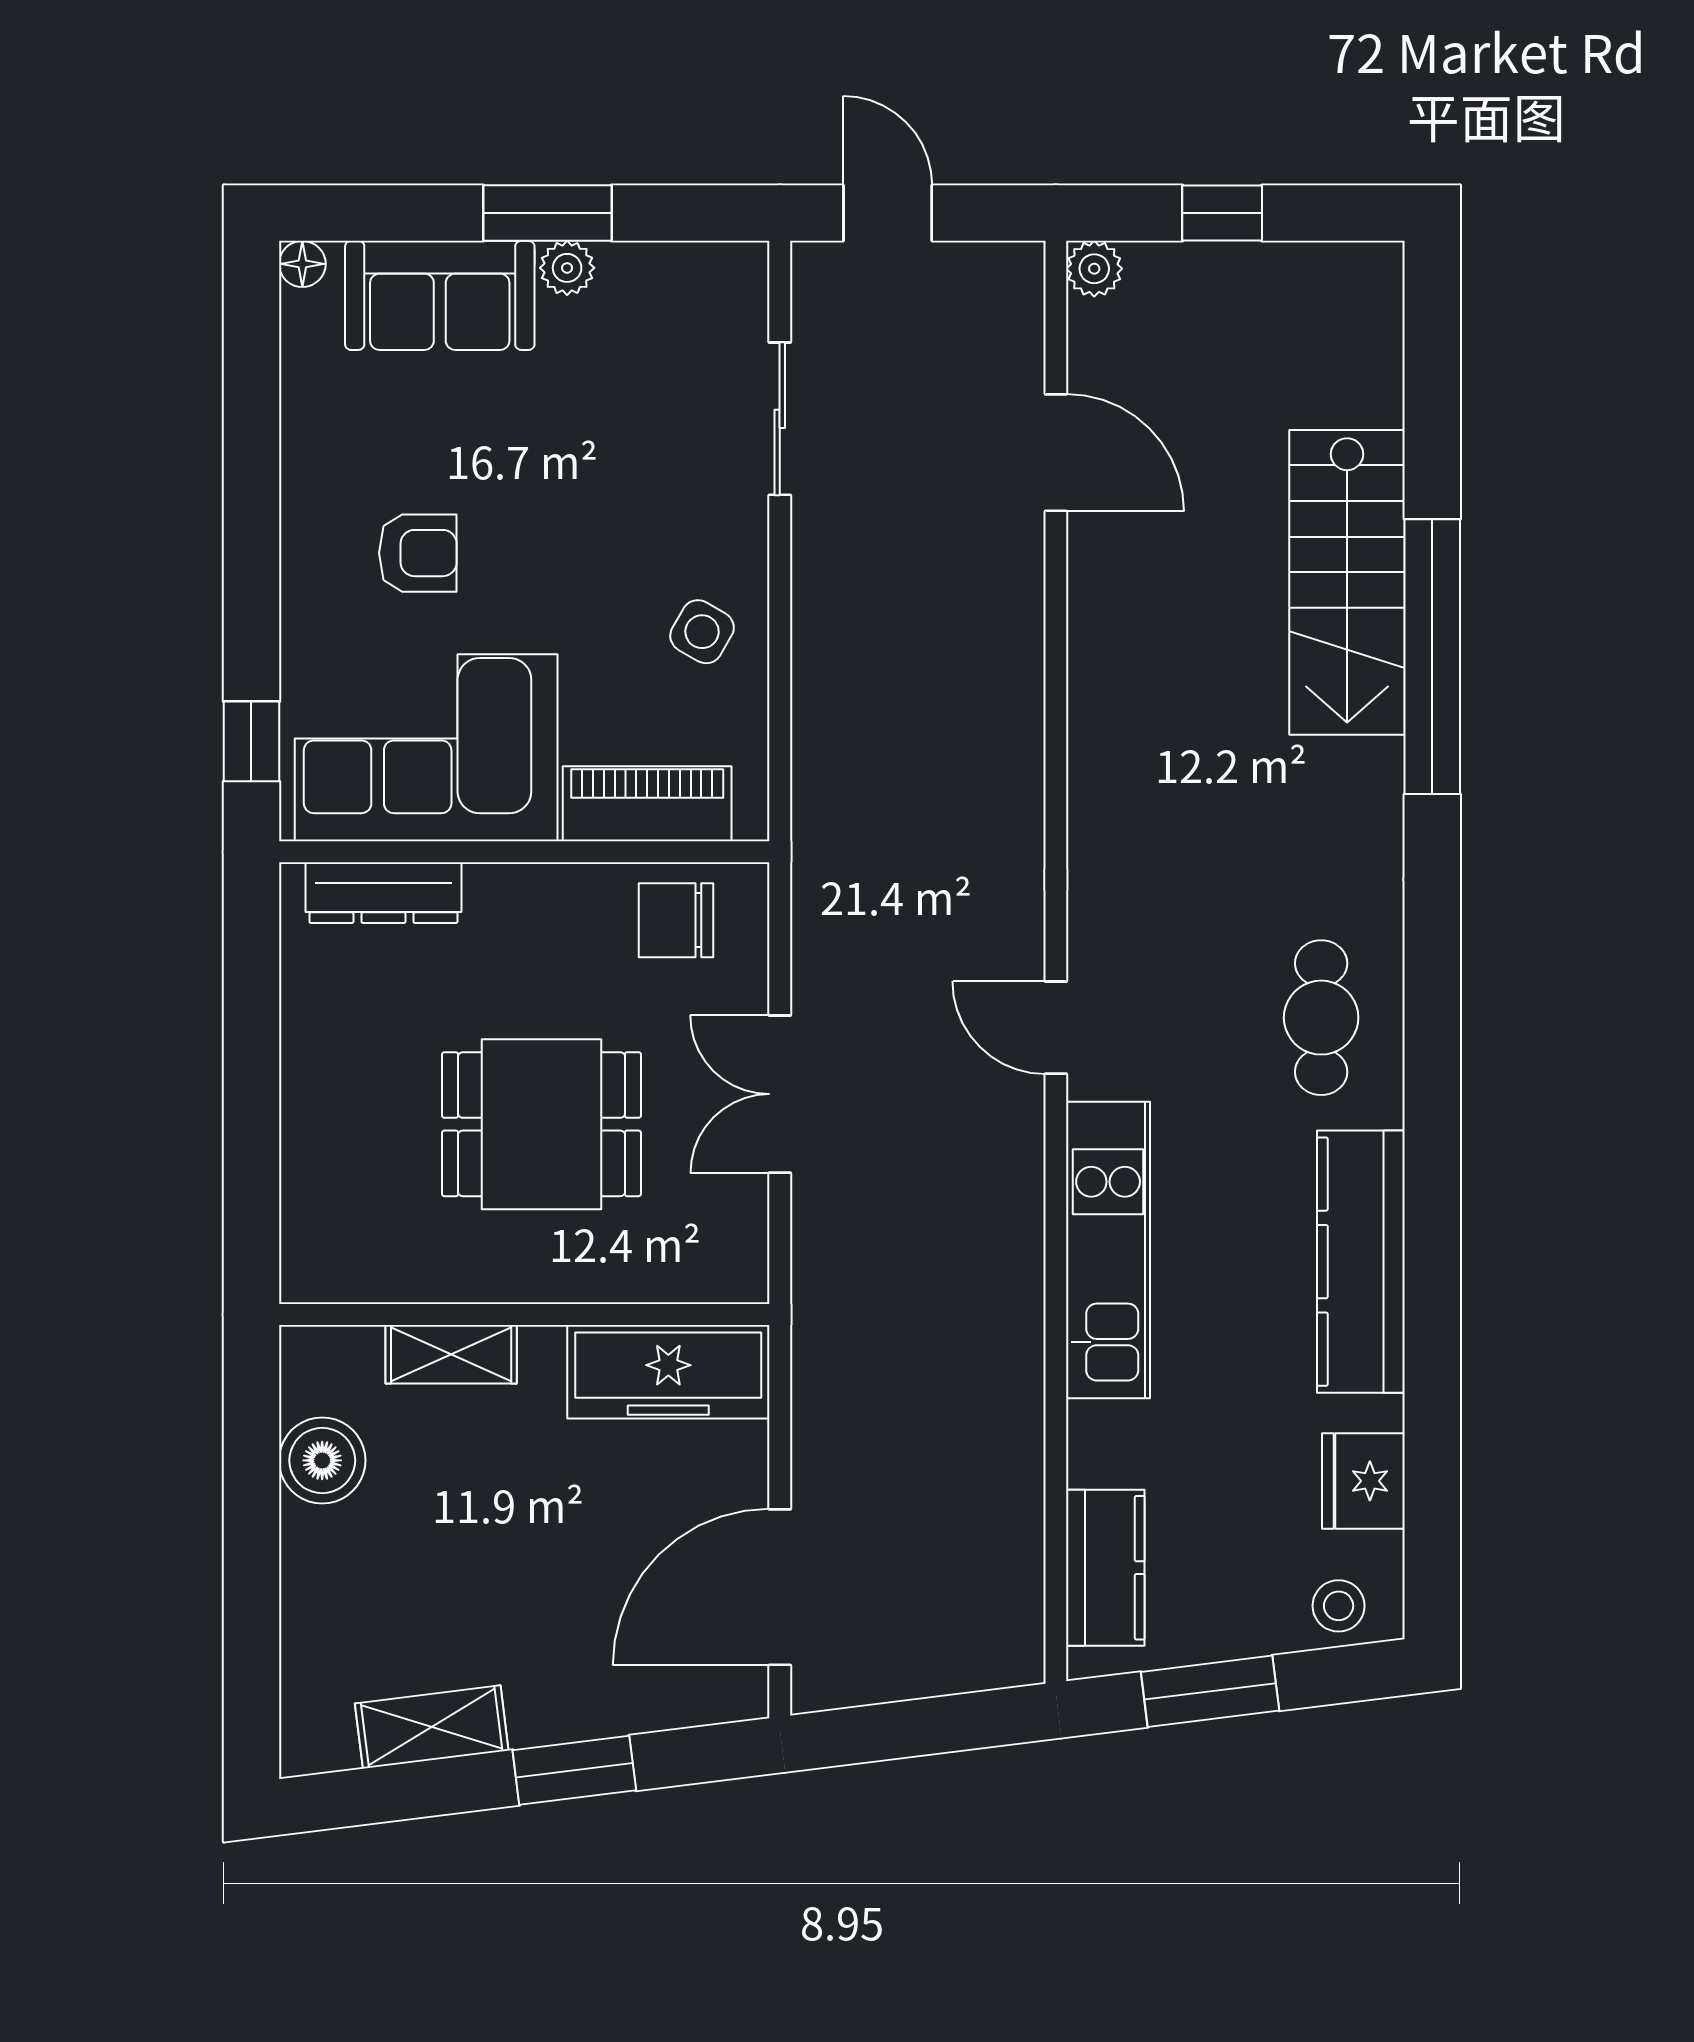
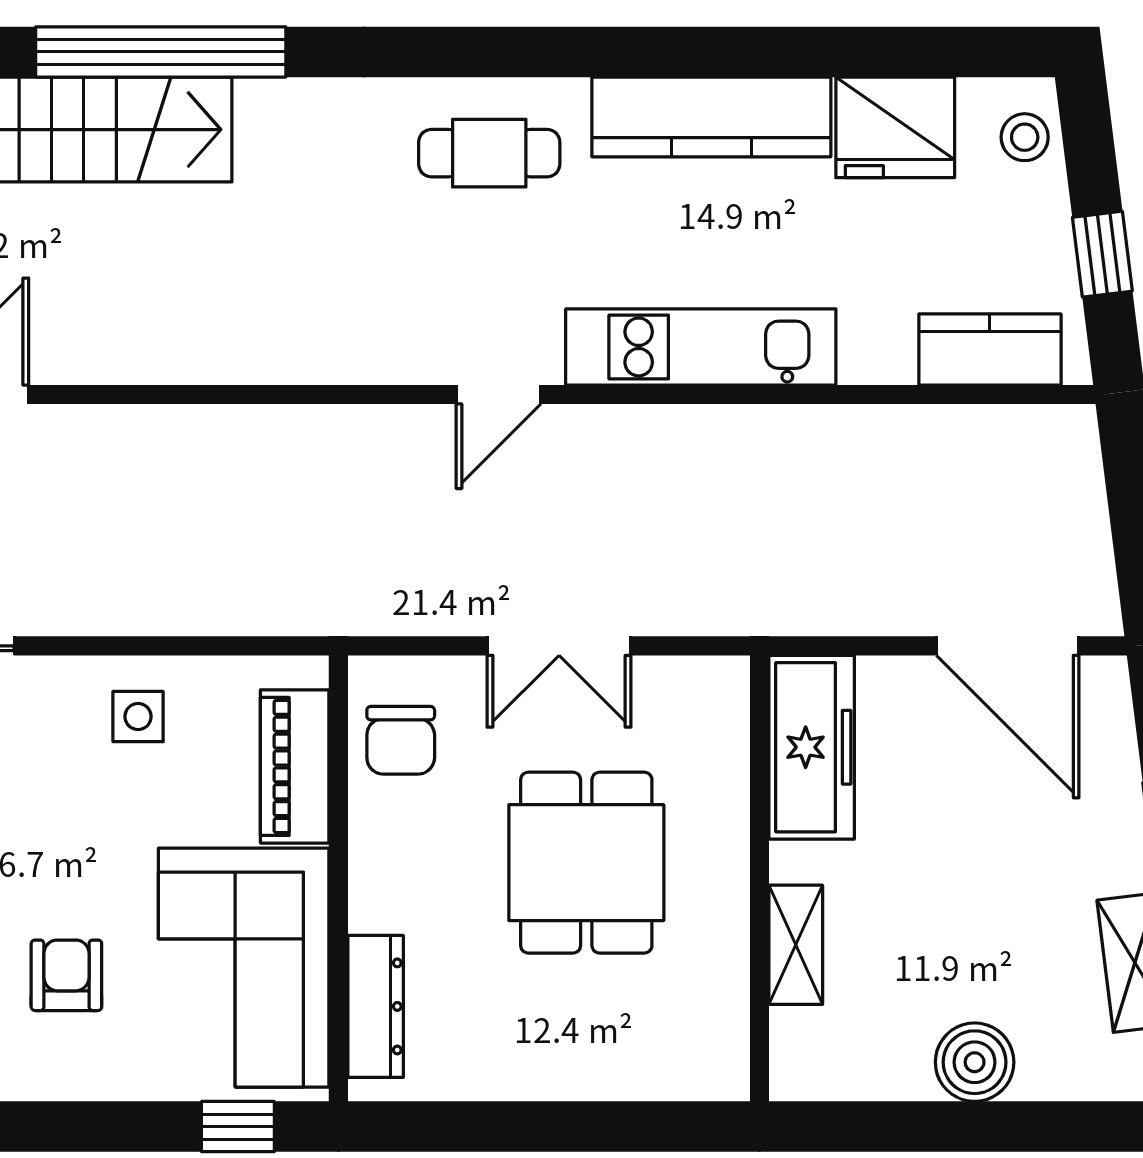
side table: (702, 632) -> (138, 717), turned -30
boiler: (322, 1460) -> (975, 1062), moved
fridge: (1363, 1481) -> (895, 127), width x1.36, depth x1.34
window: (1210, 1691) -> (1102, 254), width x0.67

